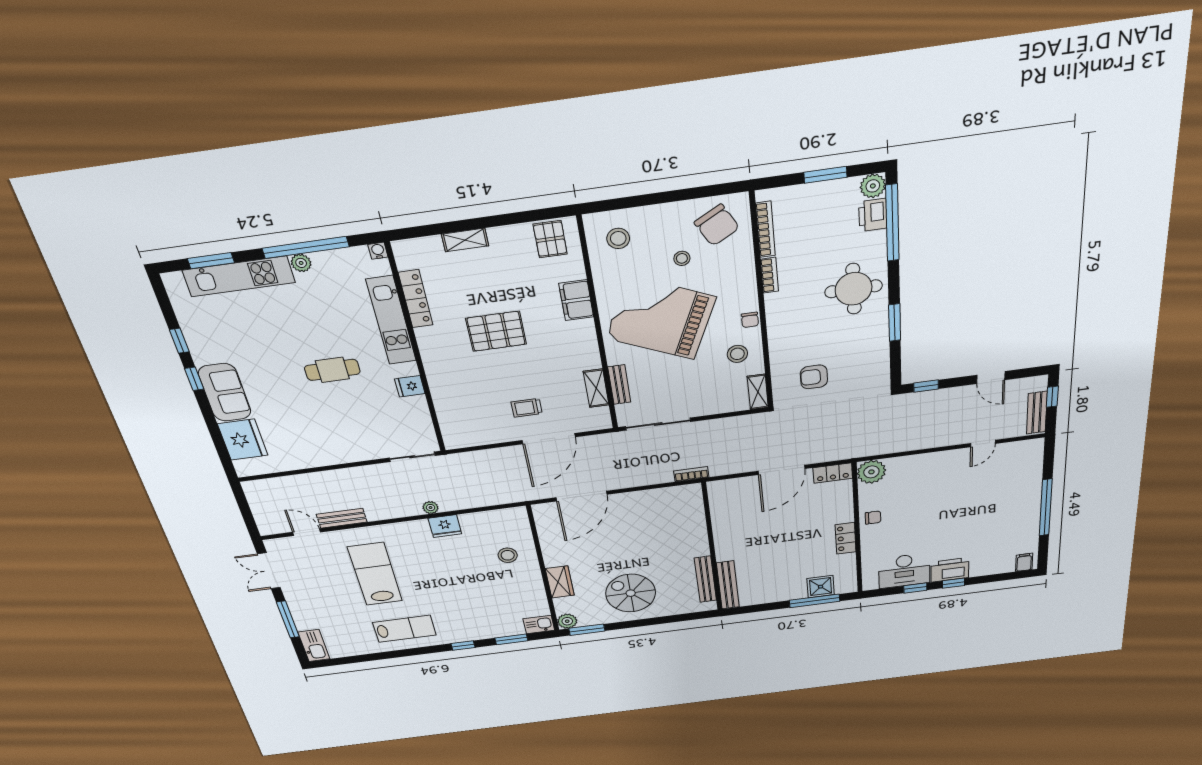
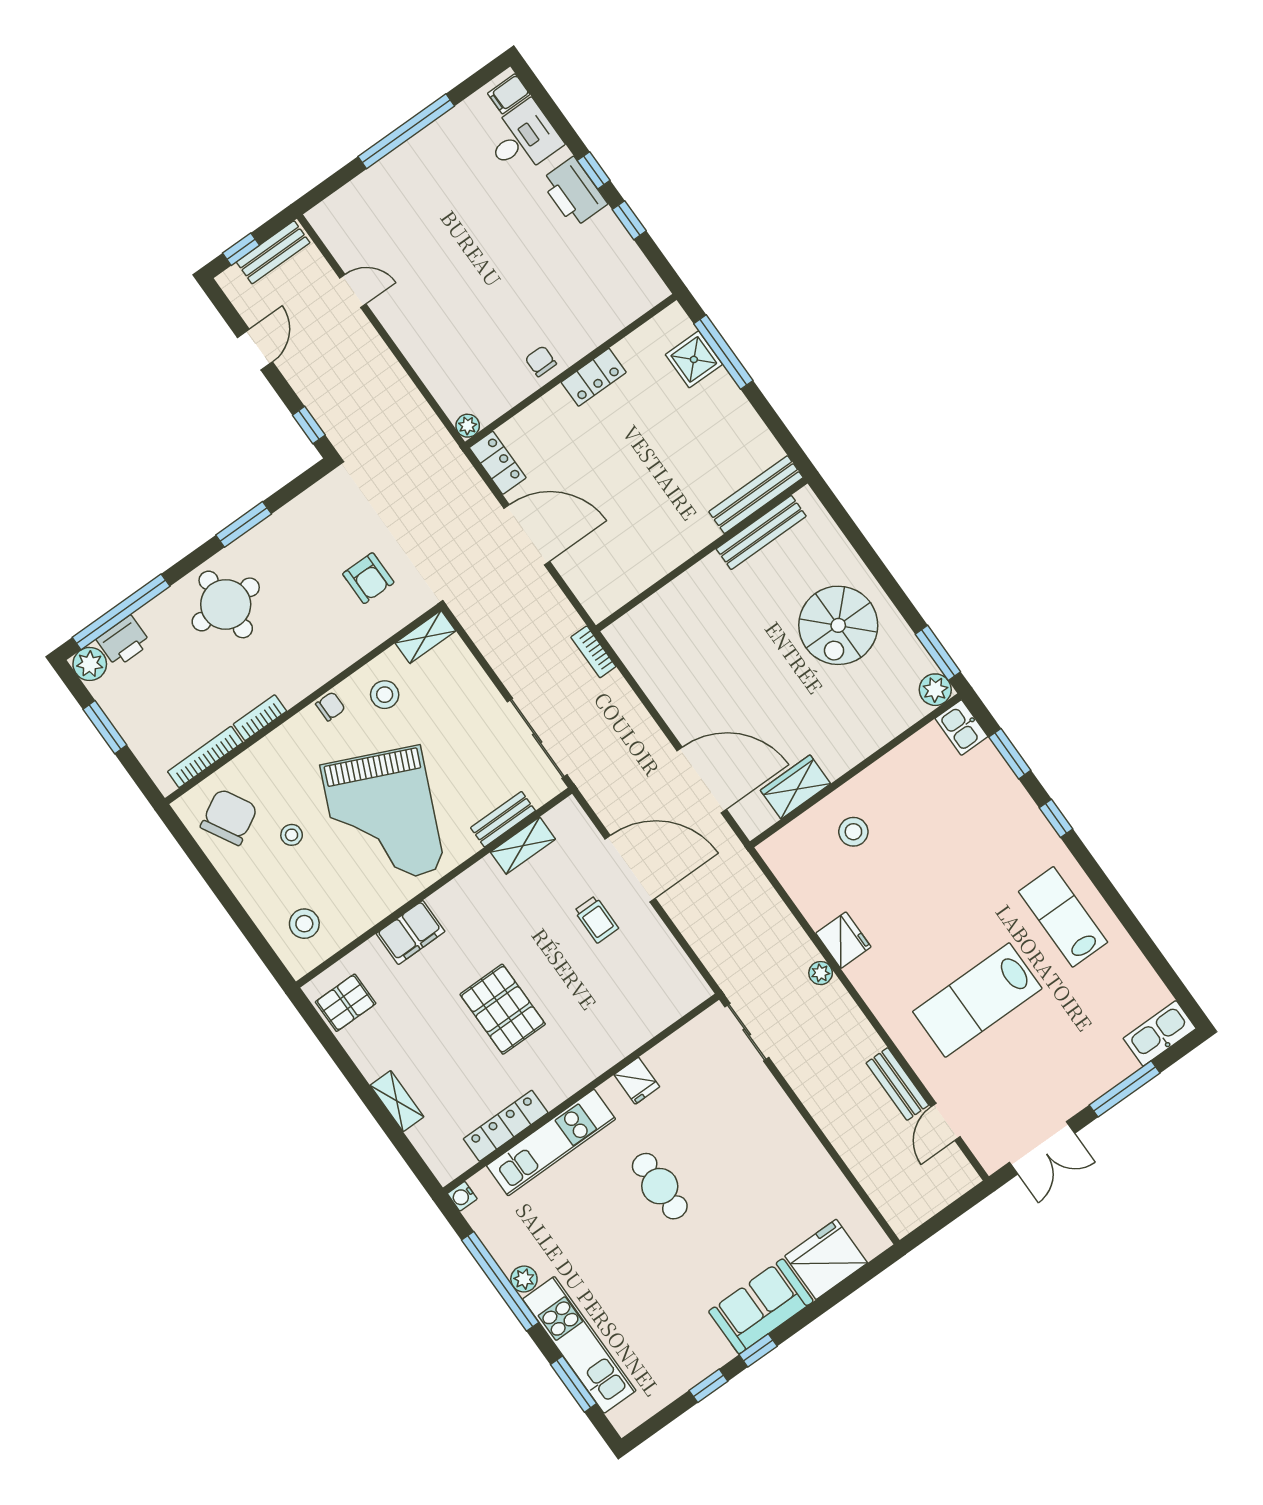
plant: (871, 472) -> (468, 426), width x0.53, depth x0.53
desk: (904, 571) -> (523, 139), moved, width x0.73
wardrobe: (560, 582) -> (795, 787), moved

